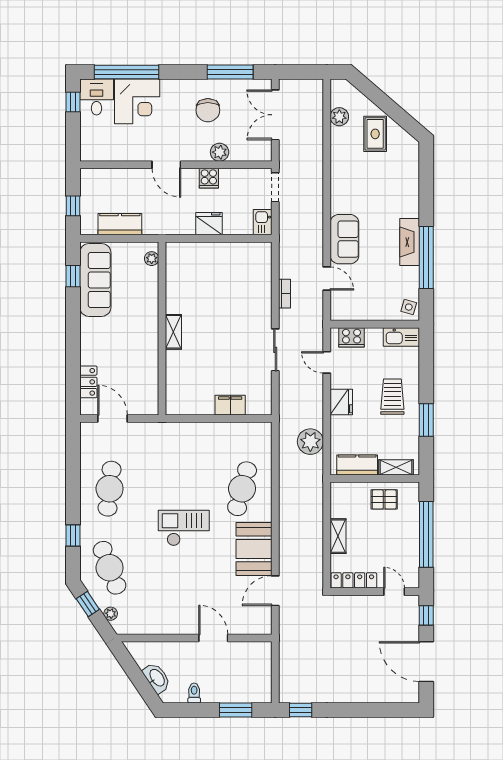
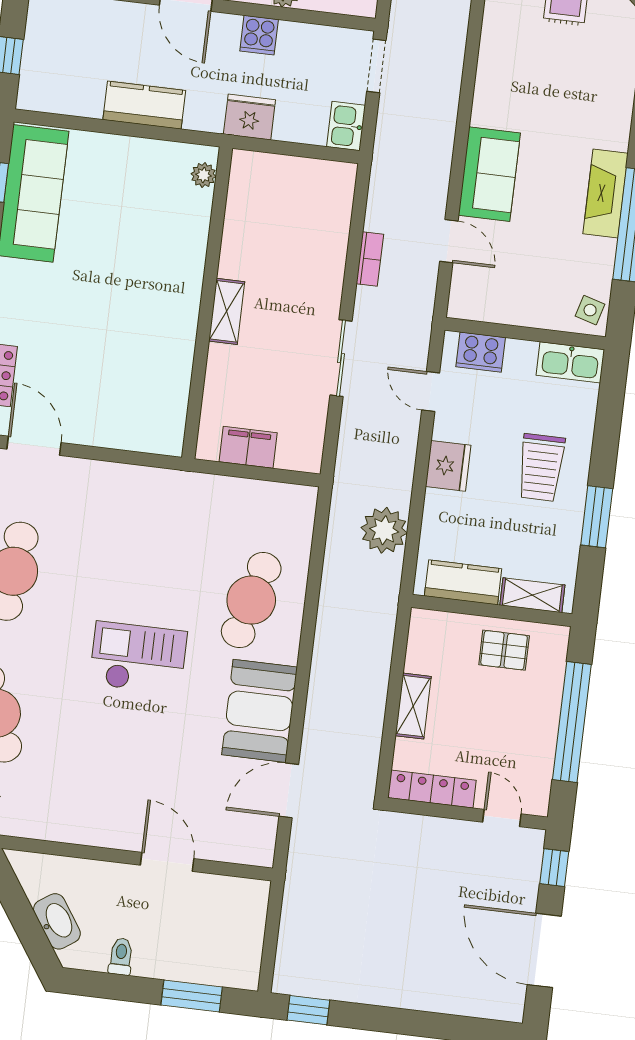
kitchen counter: (120, 224) -> (144, 105), moved
plant: (152, 259) -> (204, 175), moved
wall: (162, 328) -> (207, 303), moved
shelving: (173, 332) -> (227, 311), moved
trolley: (392, 397) -> (541, 467), turned 180

